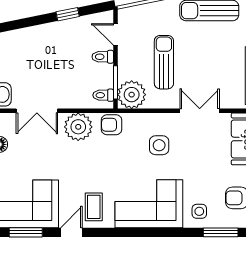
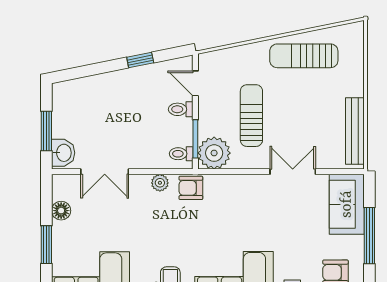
plant: (78, 127) -> (160, 183), width x0.53, depth x0.53
side table: (159, 145) -> (246, 212), removed

